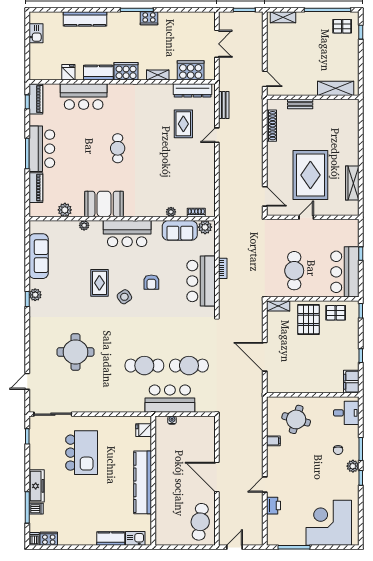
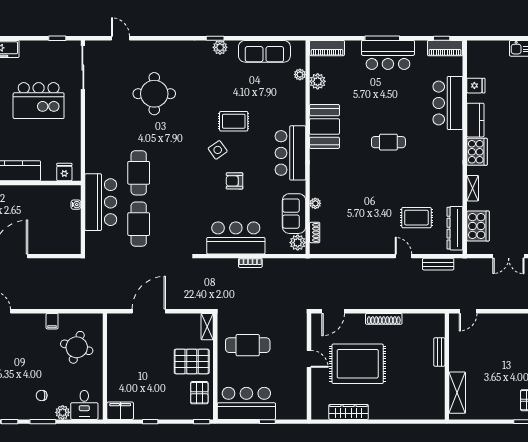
shoe rack: (271, 126) -> (384, 319), moved
piano: (36, 188) -> (327, 48), moved
plant: (84, 225) -> (300, 75), moved
plant: (353, 466) -> (63, 412), moved

